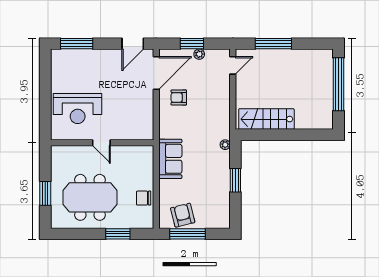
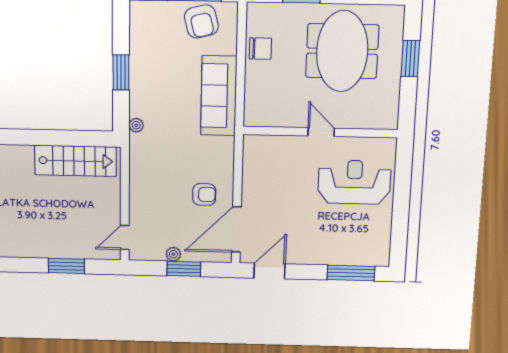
window: (273, 44) -> (66, 266), width x0.69
sofa: (170, 159) -> (219, 96), width x1.36
meeting table: (90, 197) -> (342, 51), turned 90

